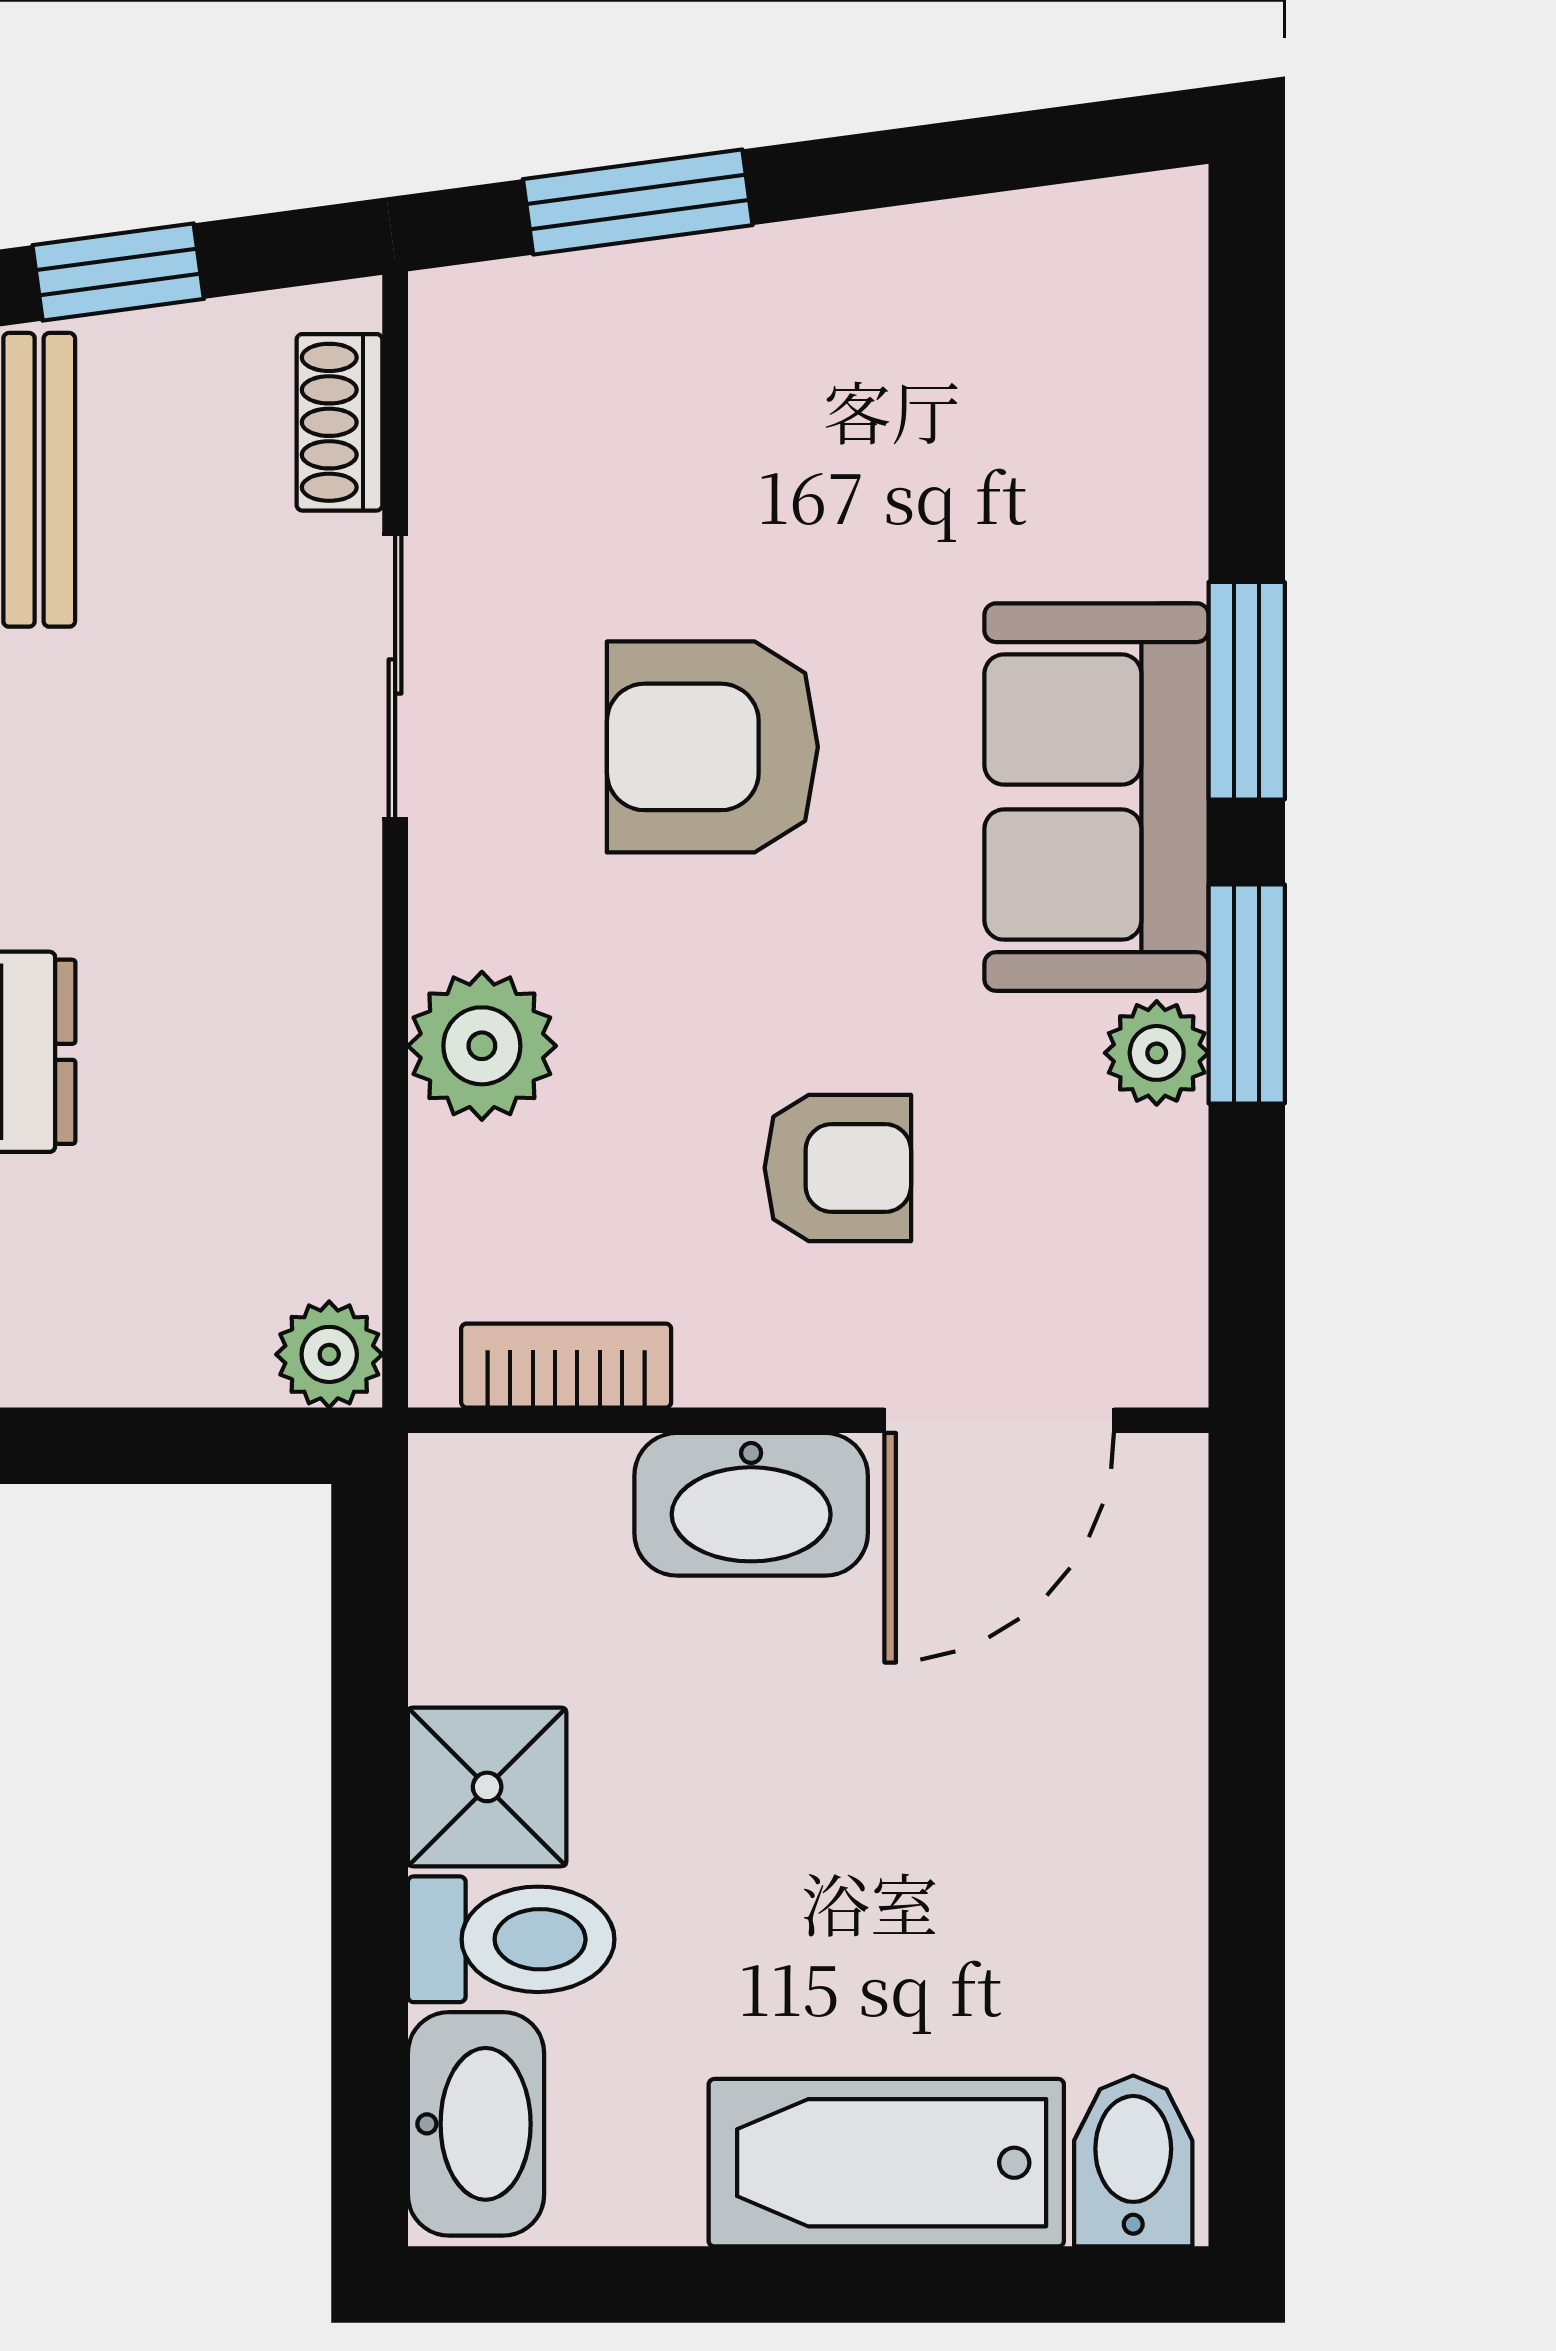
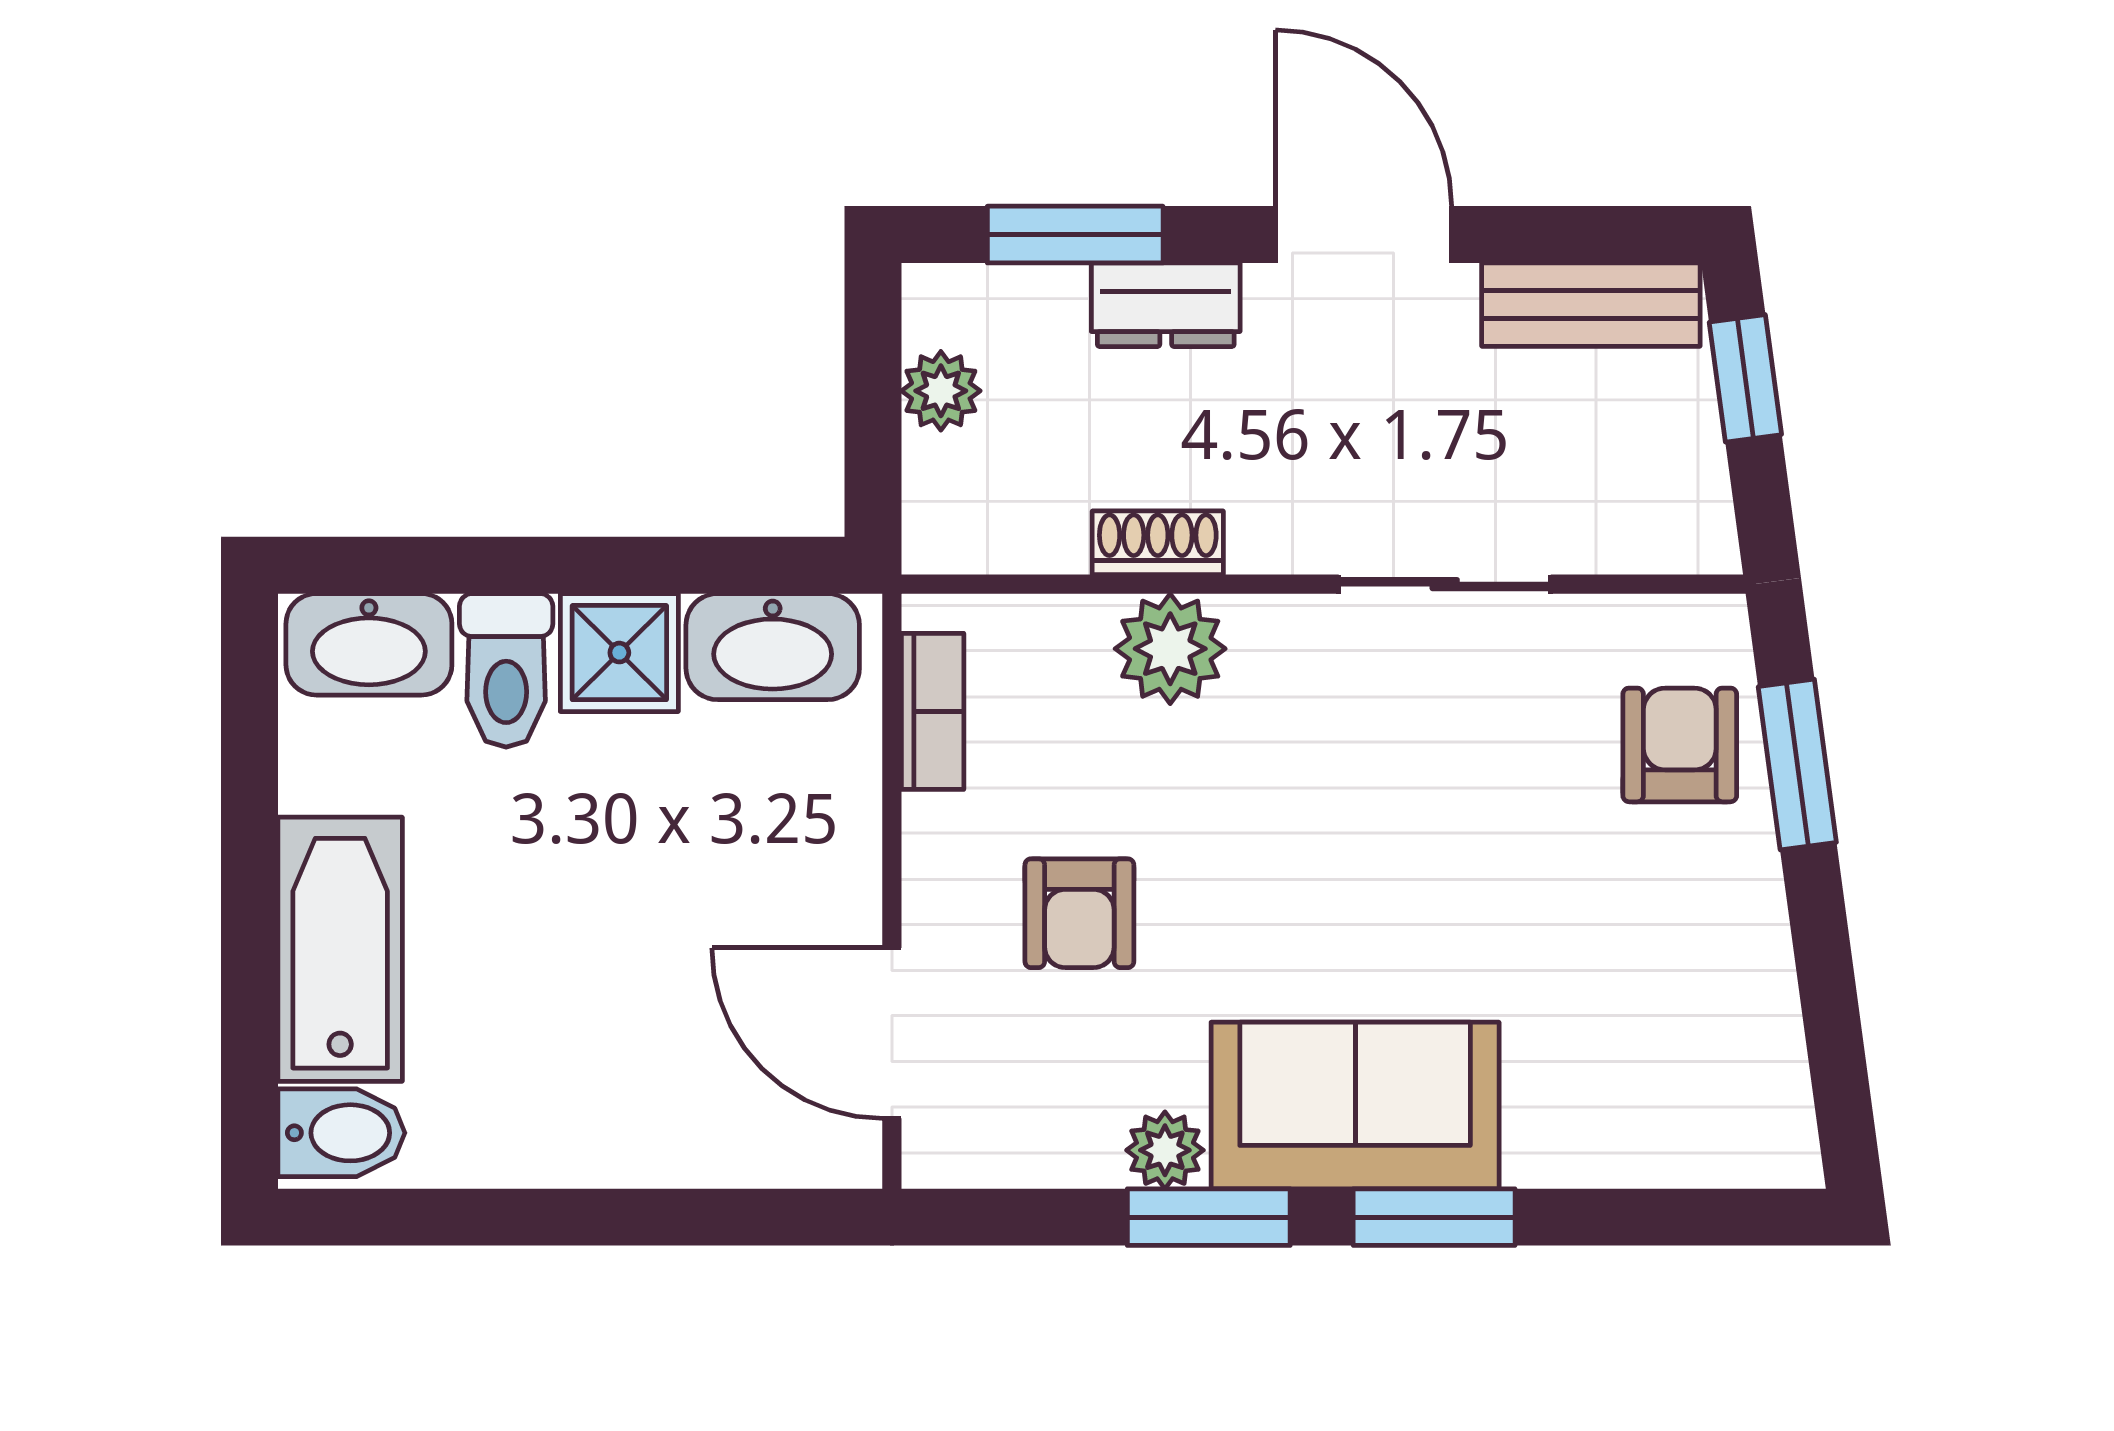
shoe rack: (339, 422) -> (1158, 543), moved
armchair: (712, 747) -> (1680, 745), moved, width x0.72, depth x0.72
plant: (329, 1354) -> (941, 391), moved
washbasin: (751, 1504) -> (773, 647), moved, turned -90

